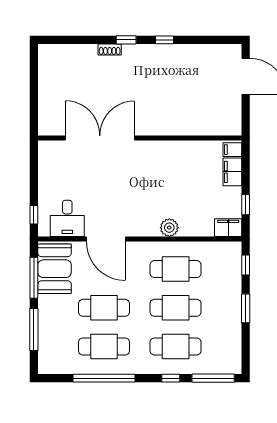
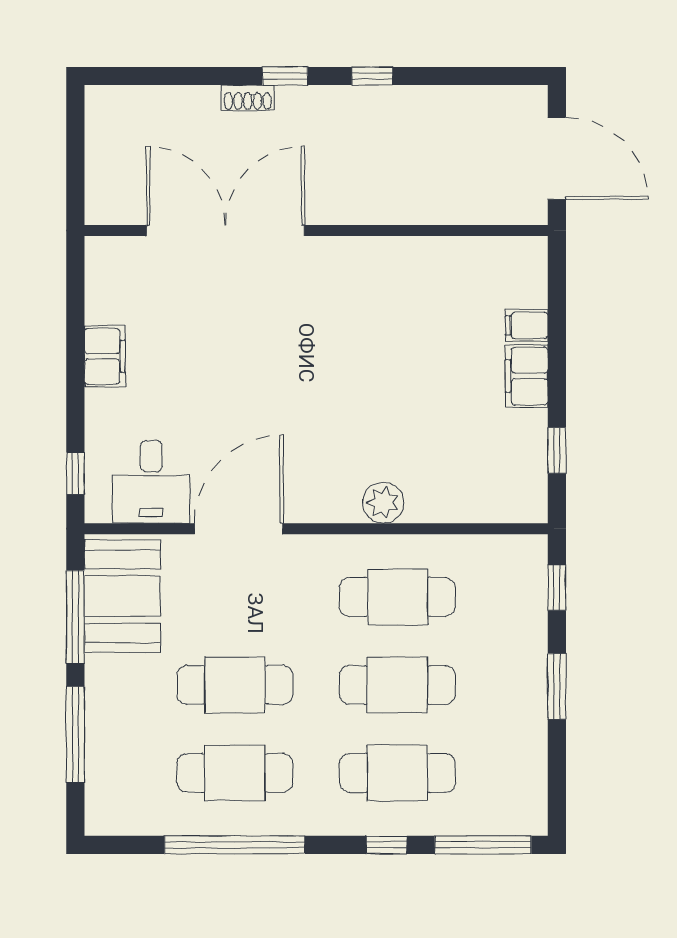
double door: (100, 138) -> (225, 230), moved
wall: (140, 138) -> (316, 230), moved
filing cabinet: (228, 228) -> (105, 356), moved, turned 90
door: (106, 239) -> (239, 529), swing flipped

